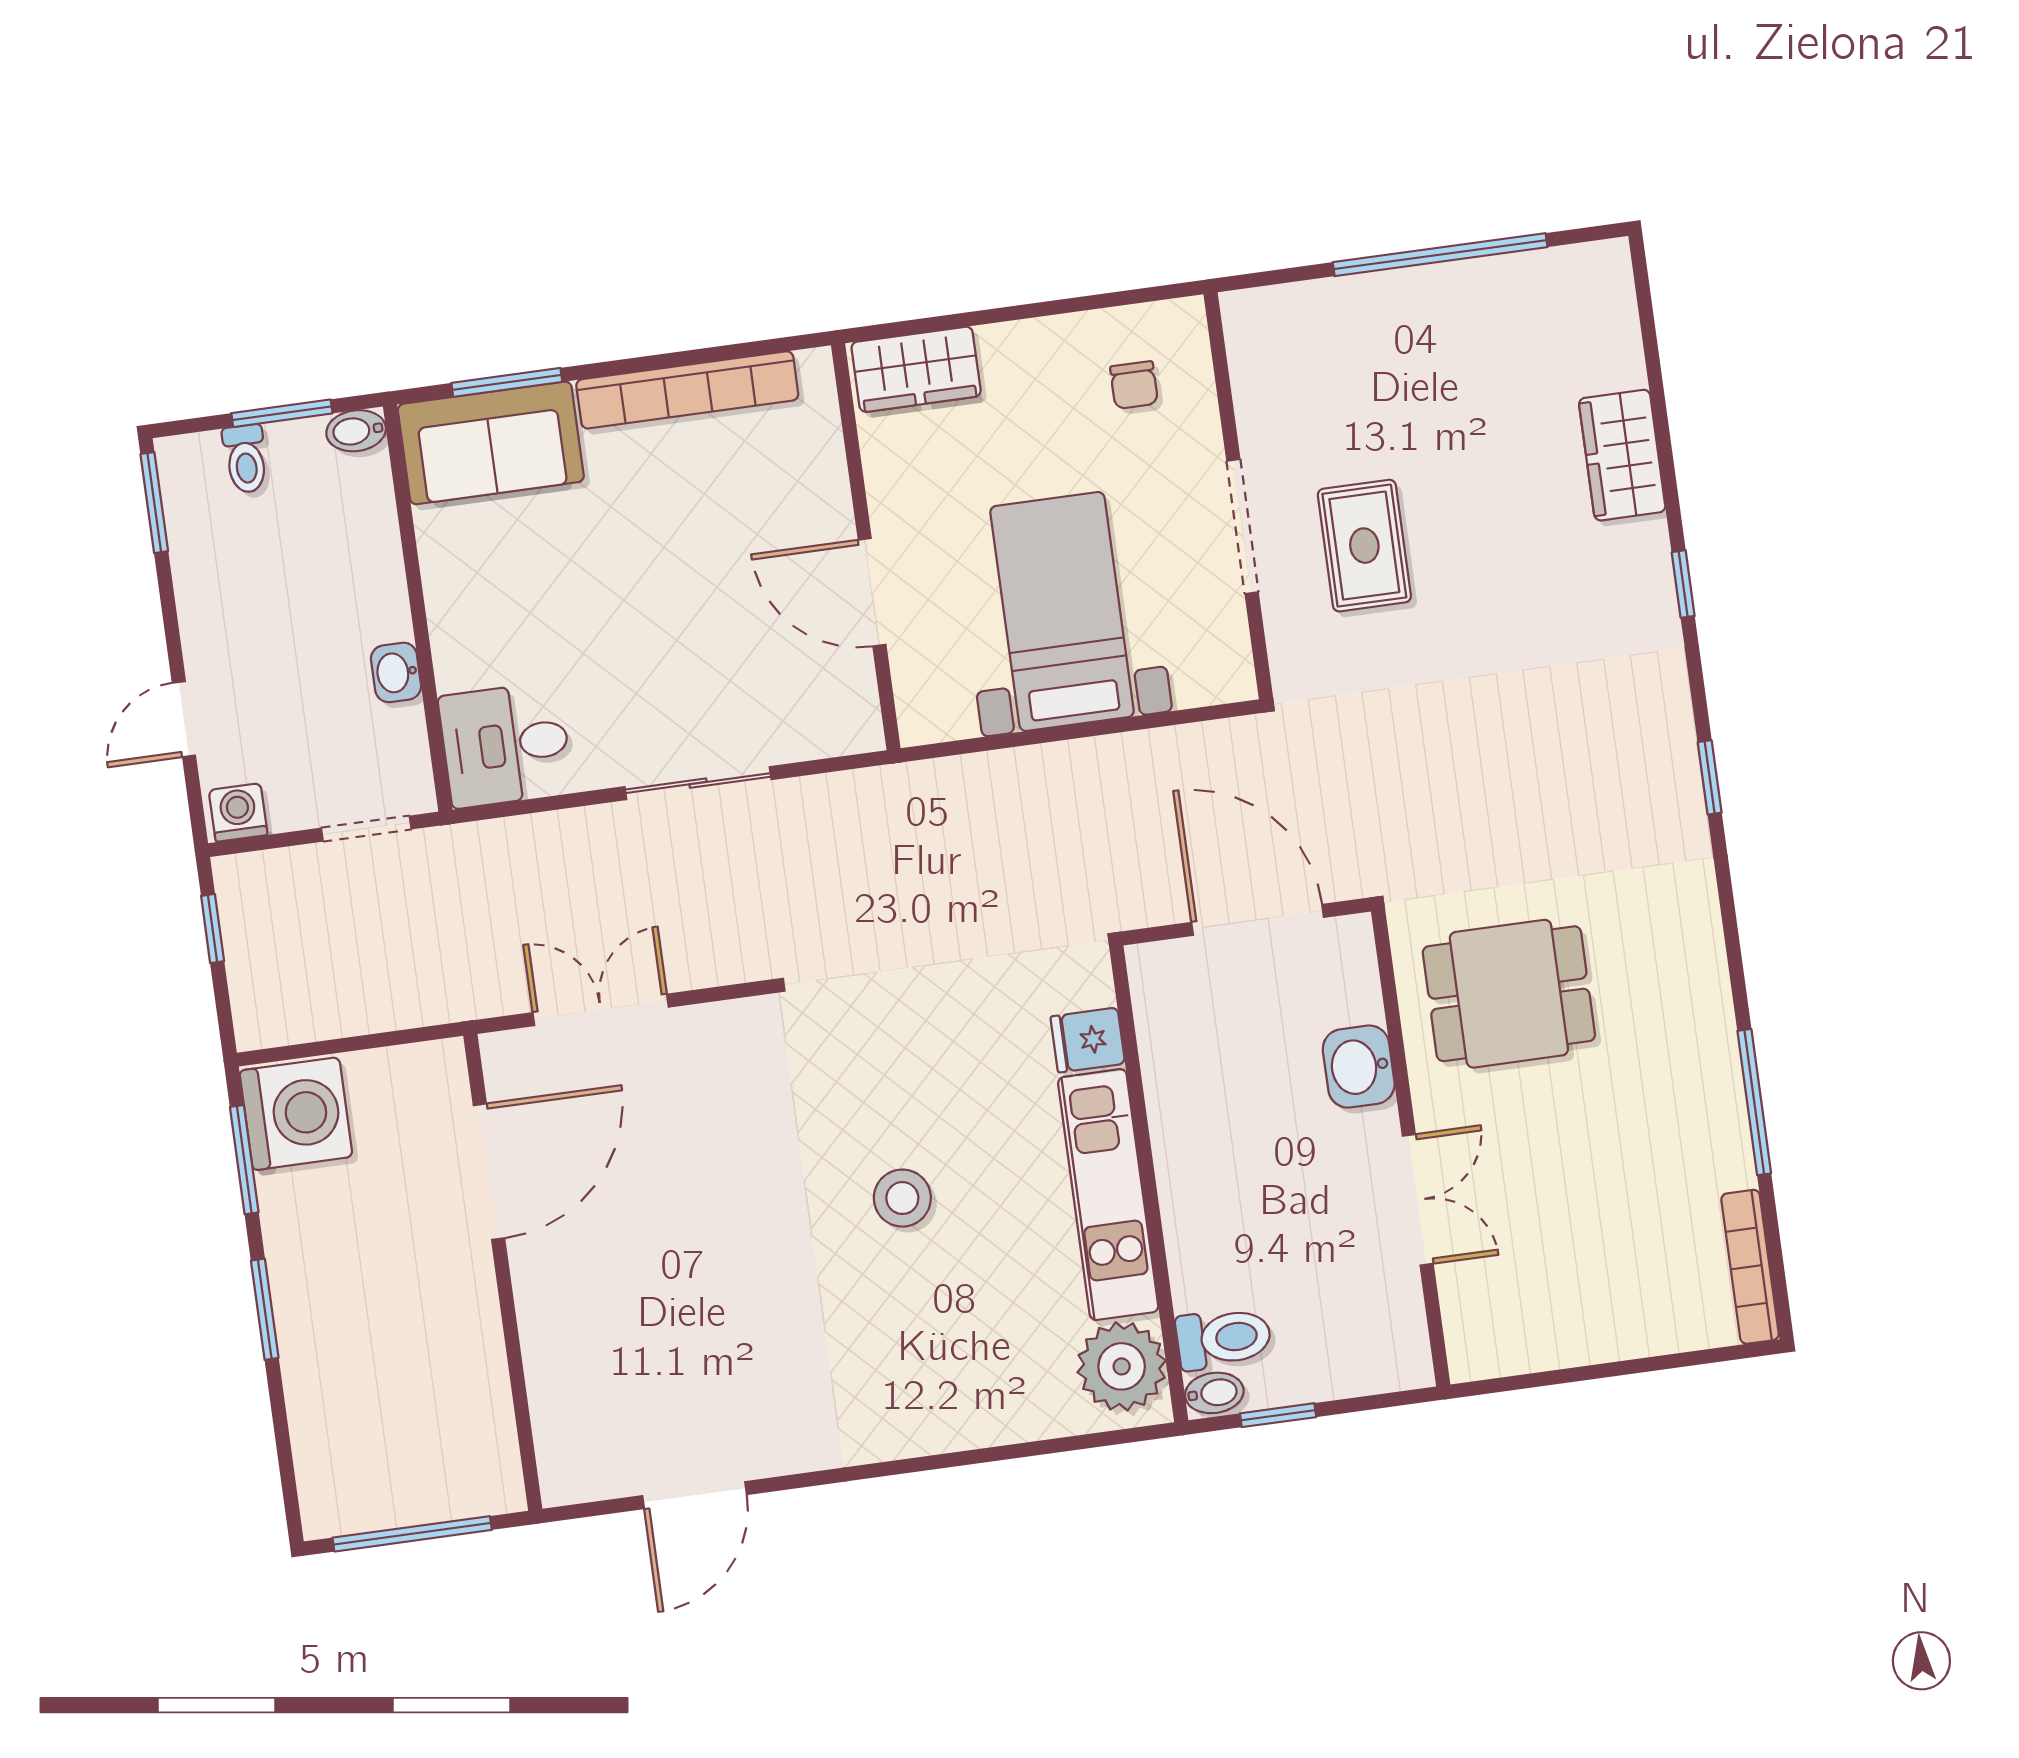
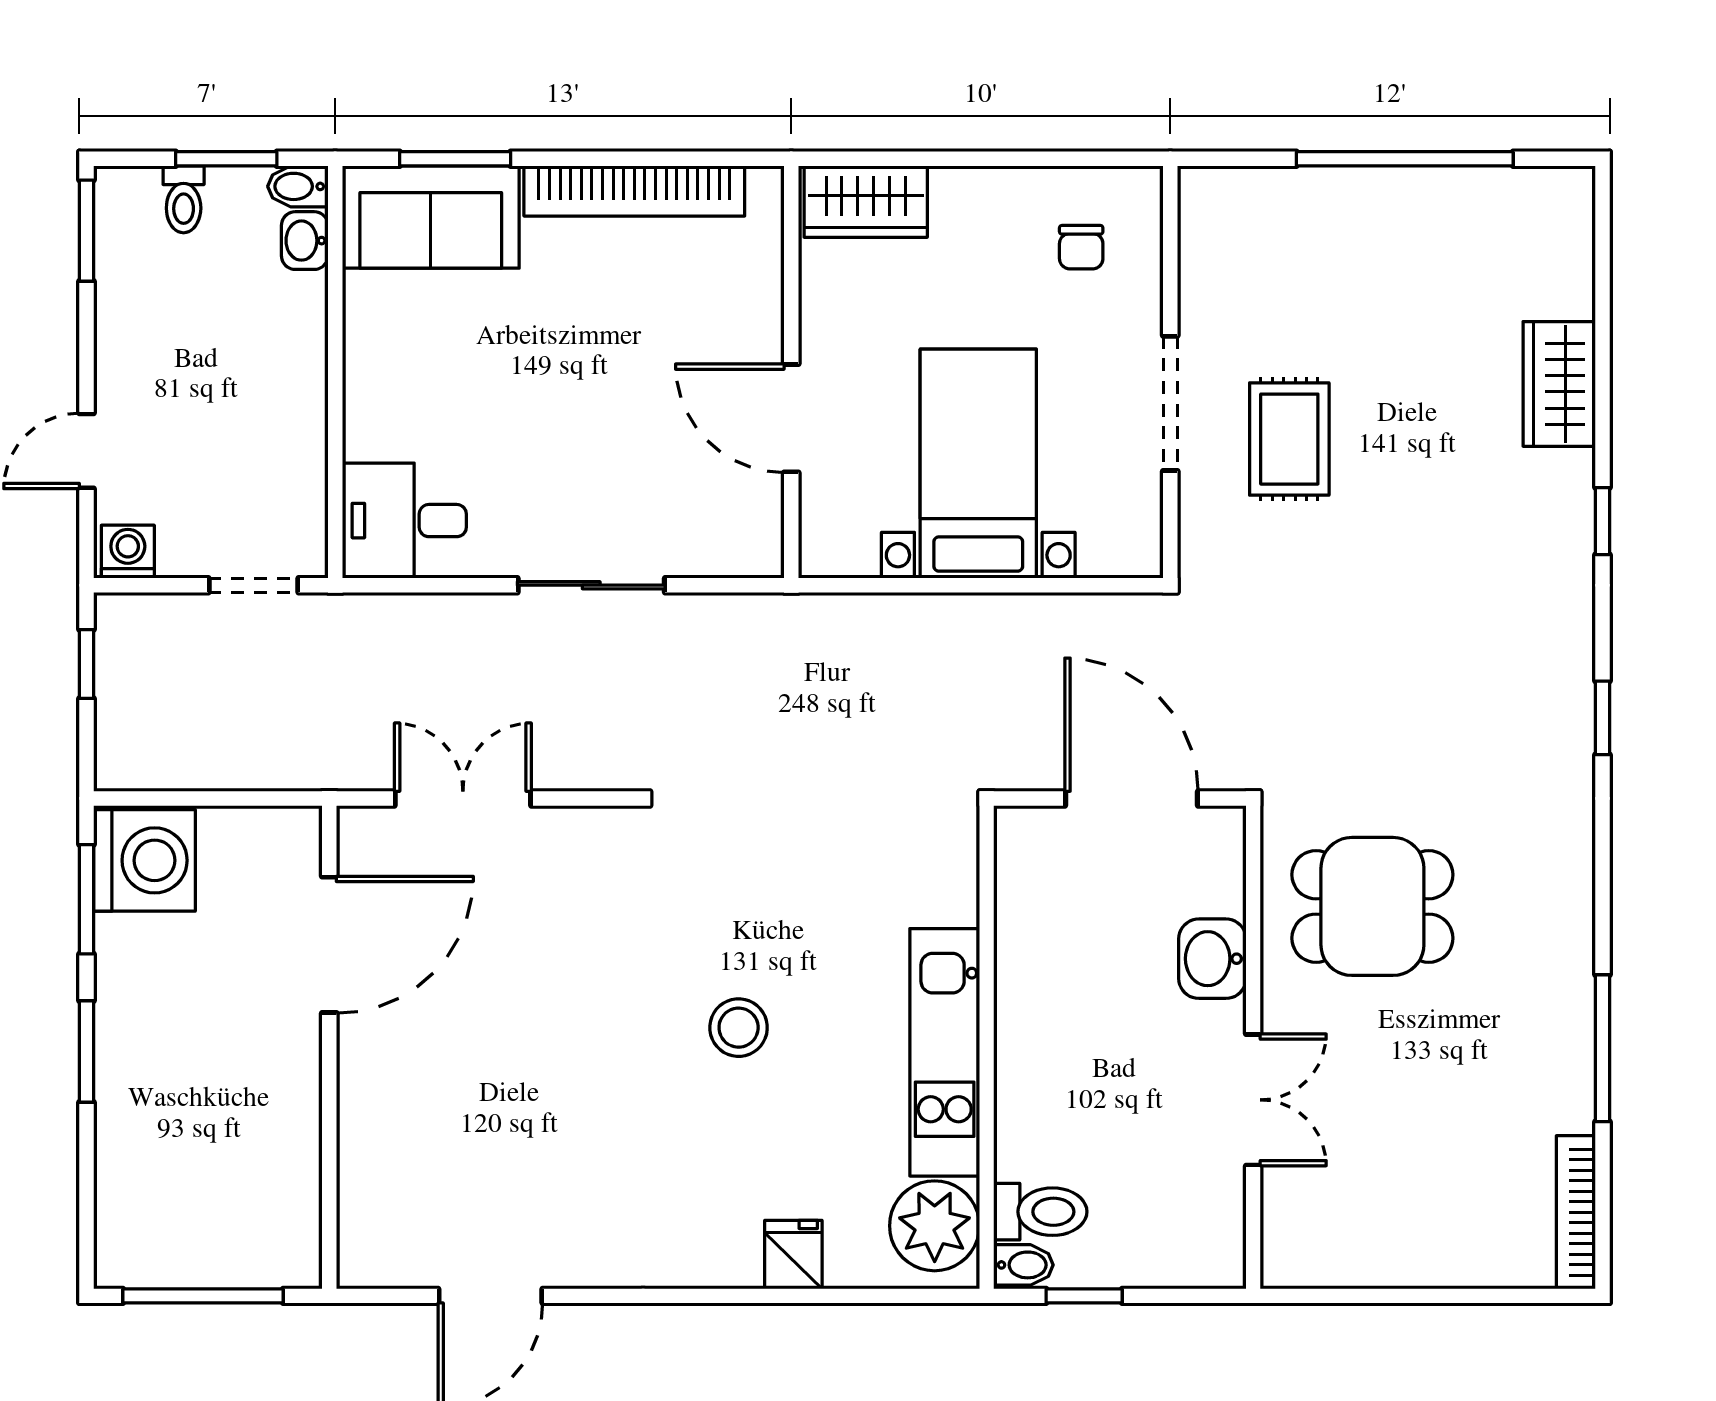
washbasin: (396, 672) -> (305, 241), moved
fridge: (1088, 1040) -> (793, 1255), moved, turned 90

